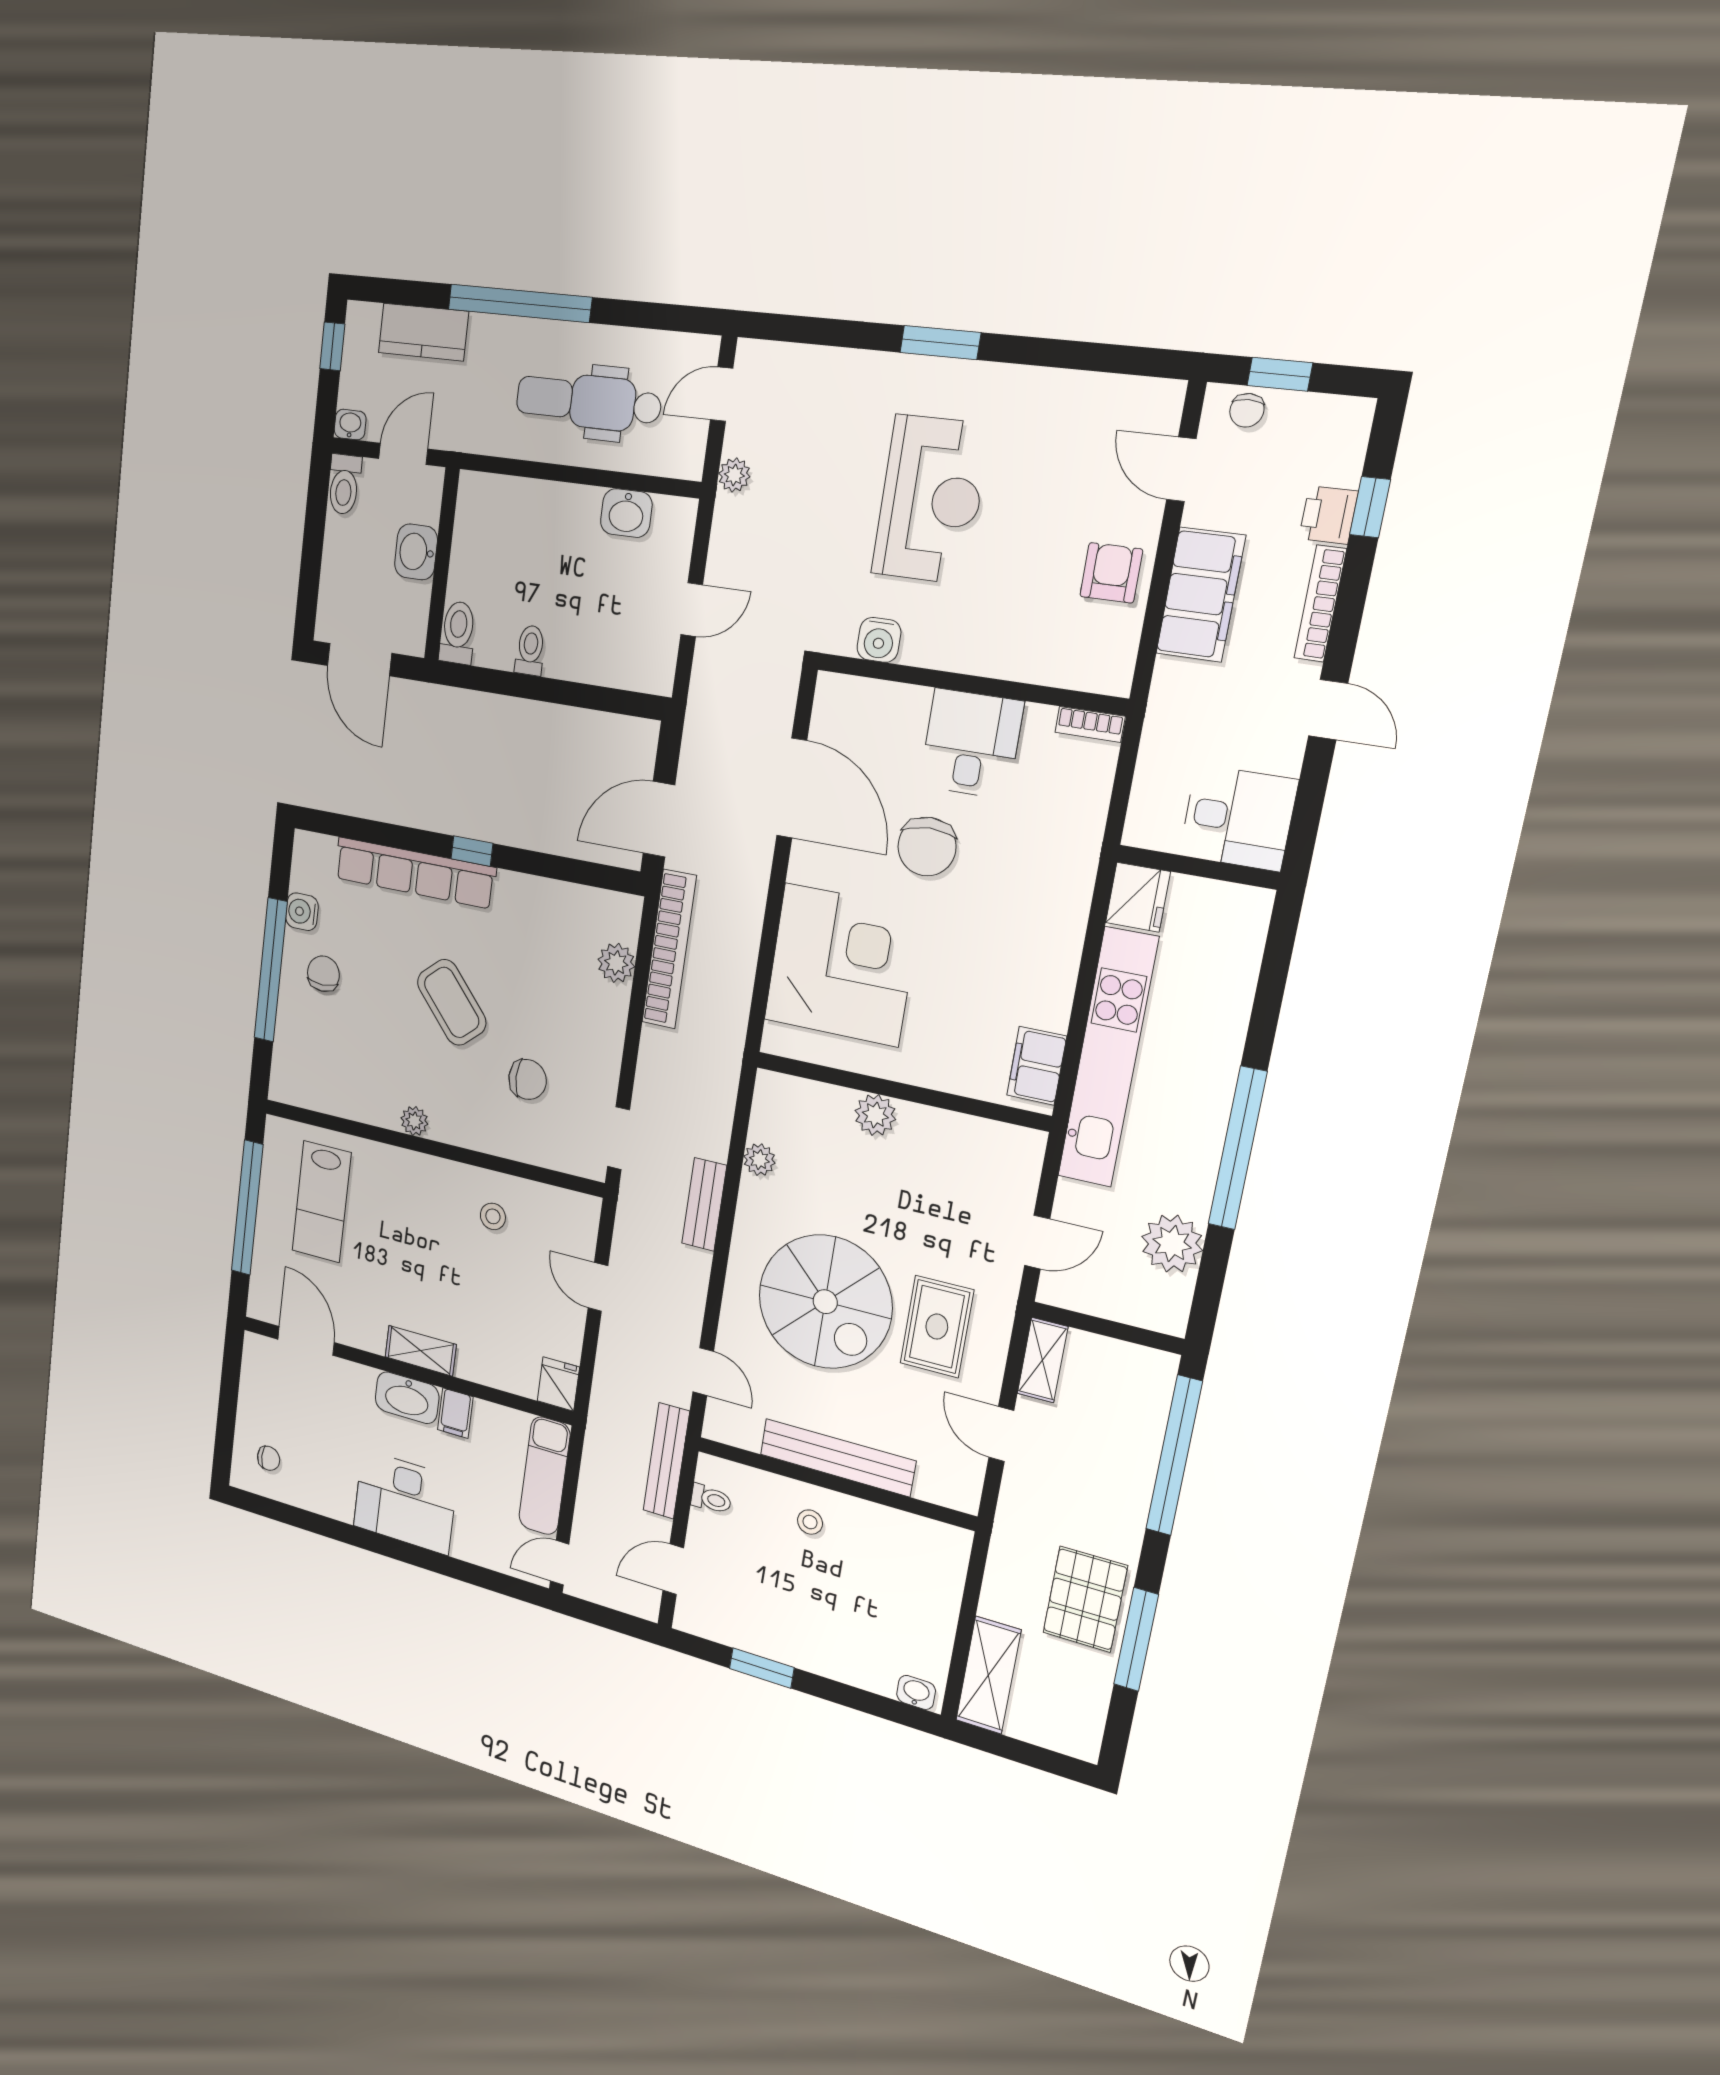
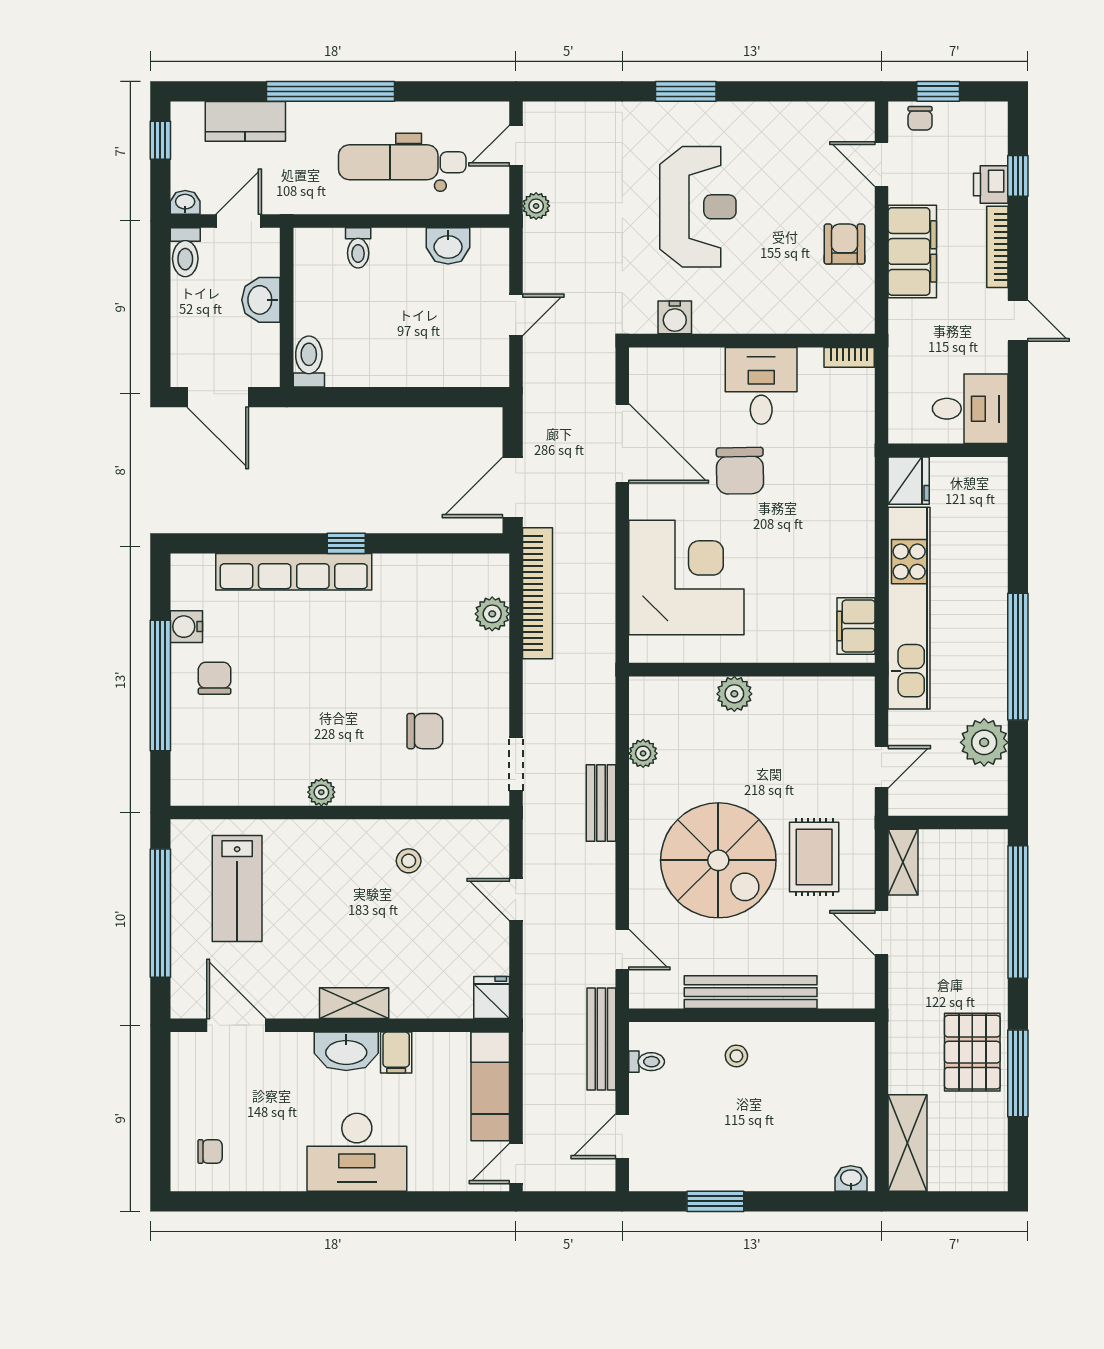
toilet: (530, 650) -> (358, 248), moved, turned 180
coffee table: (452, 1002) -> (344, 678), removed

